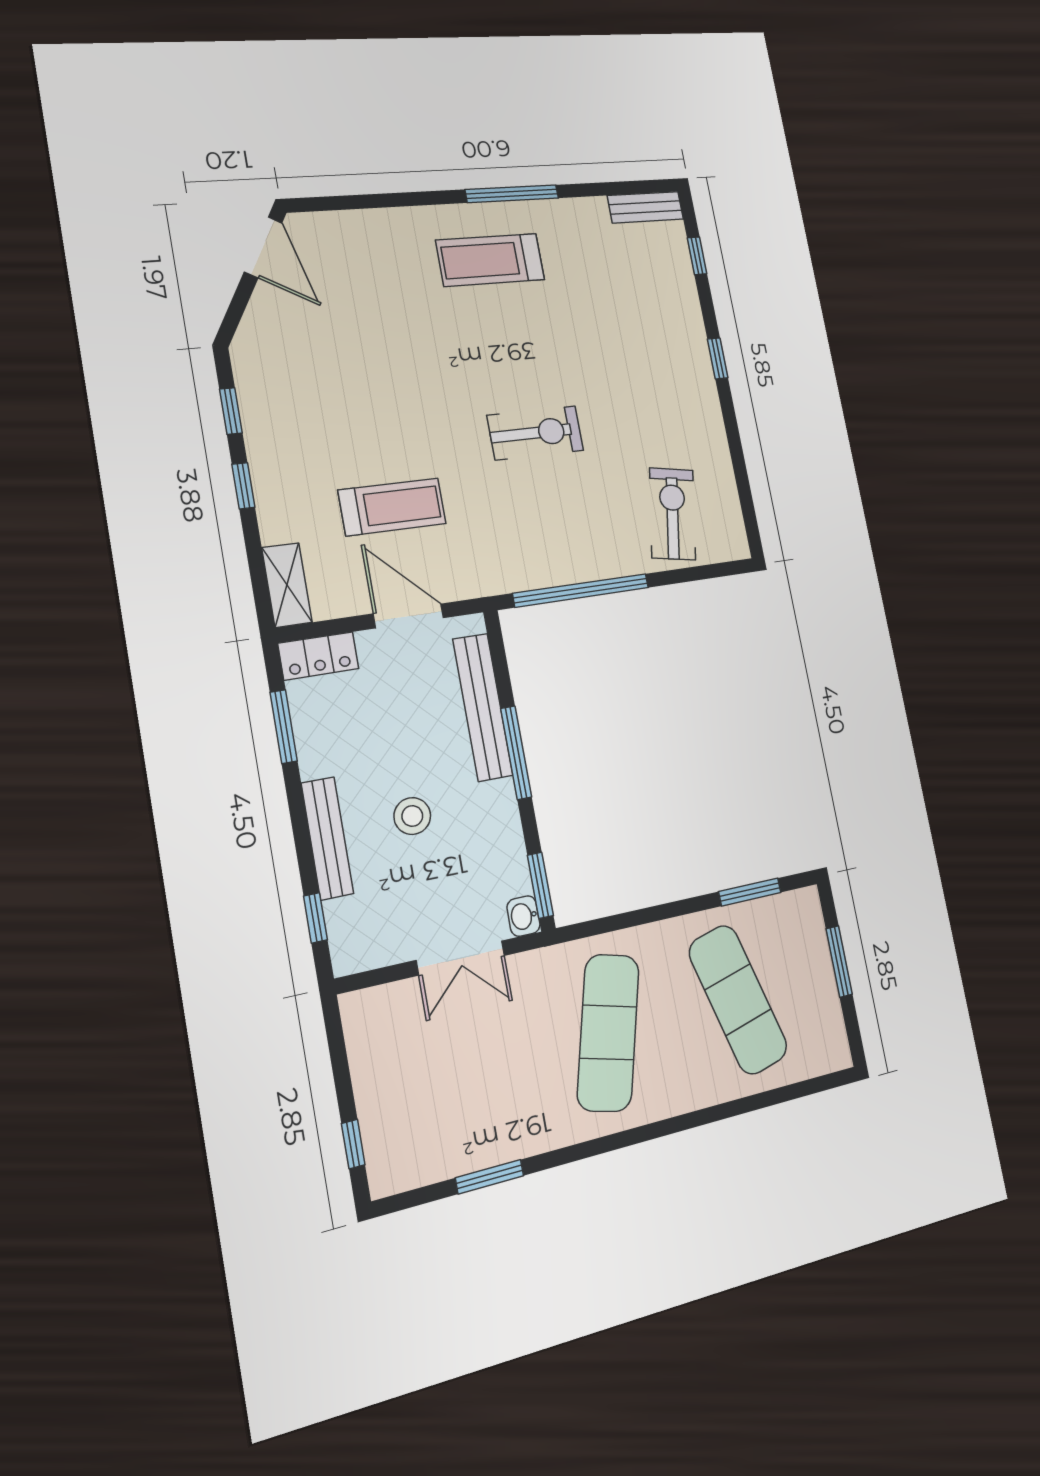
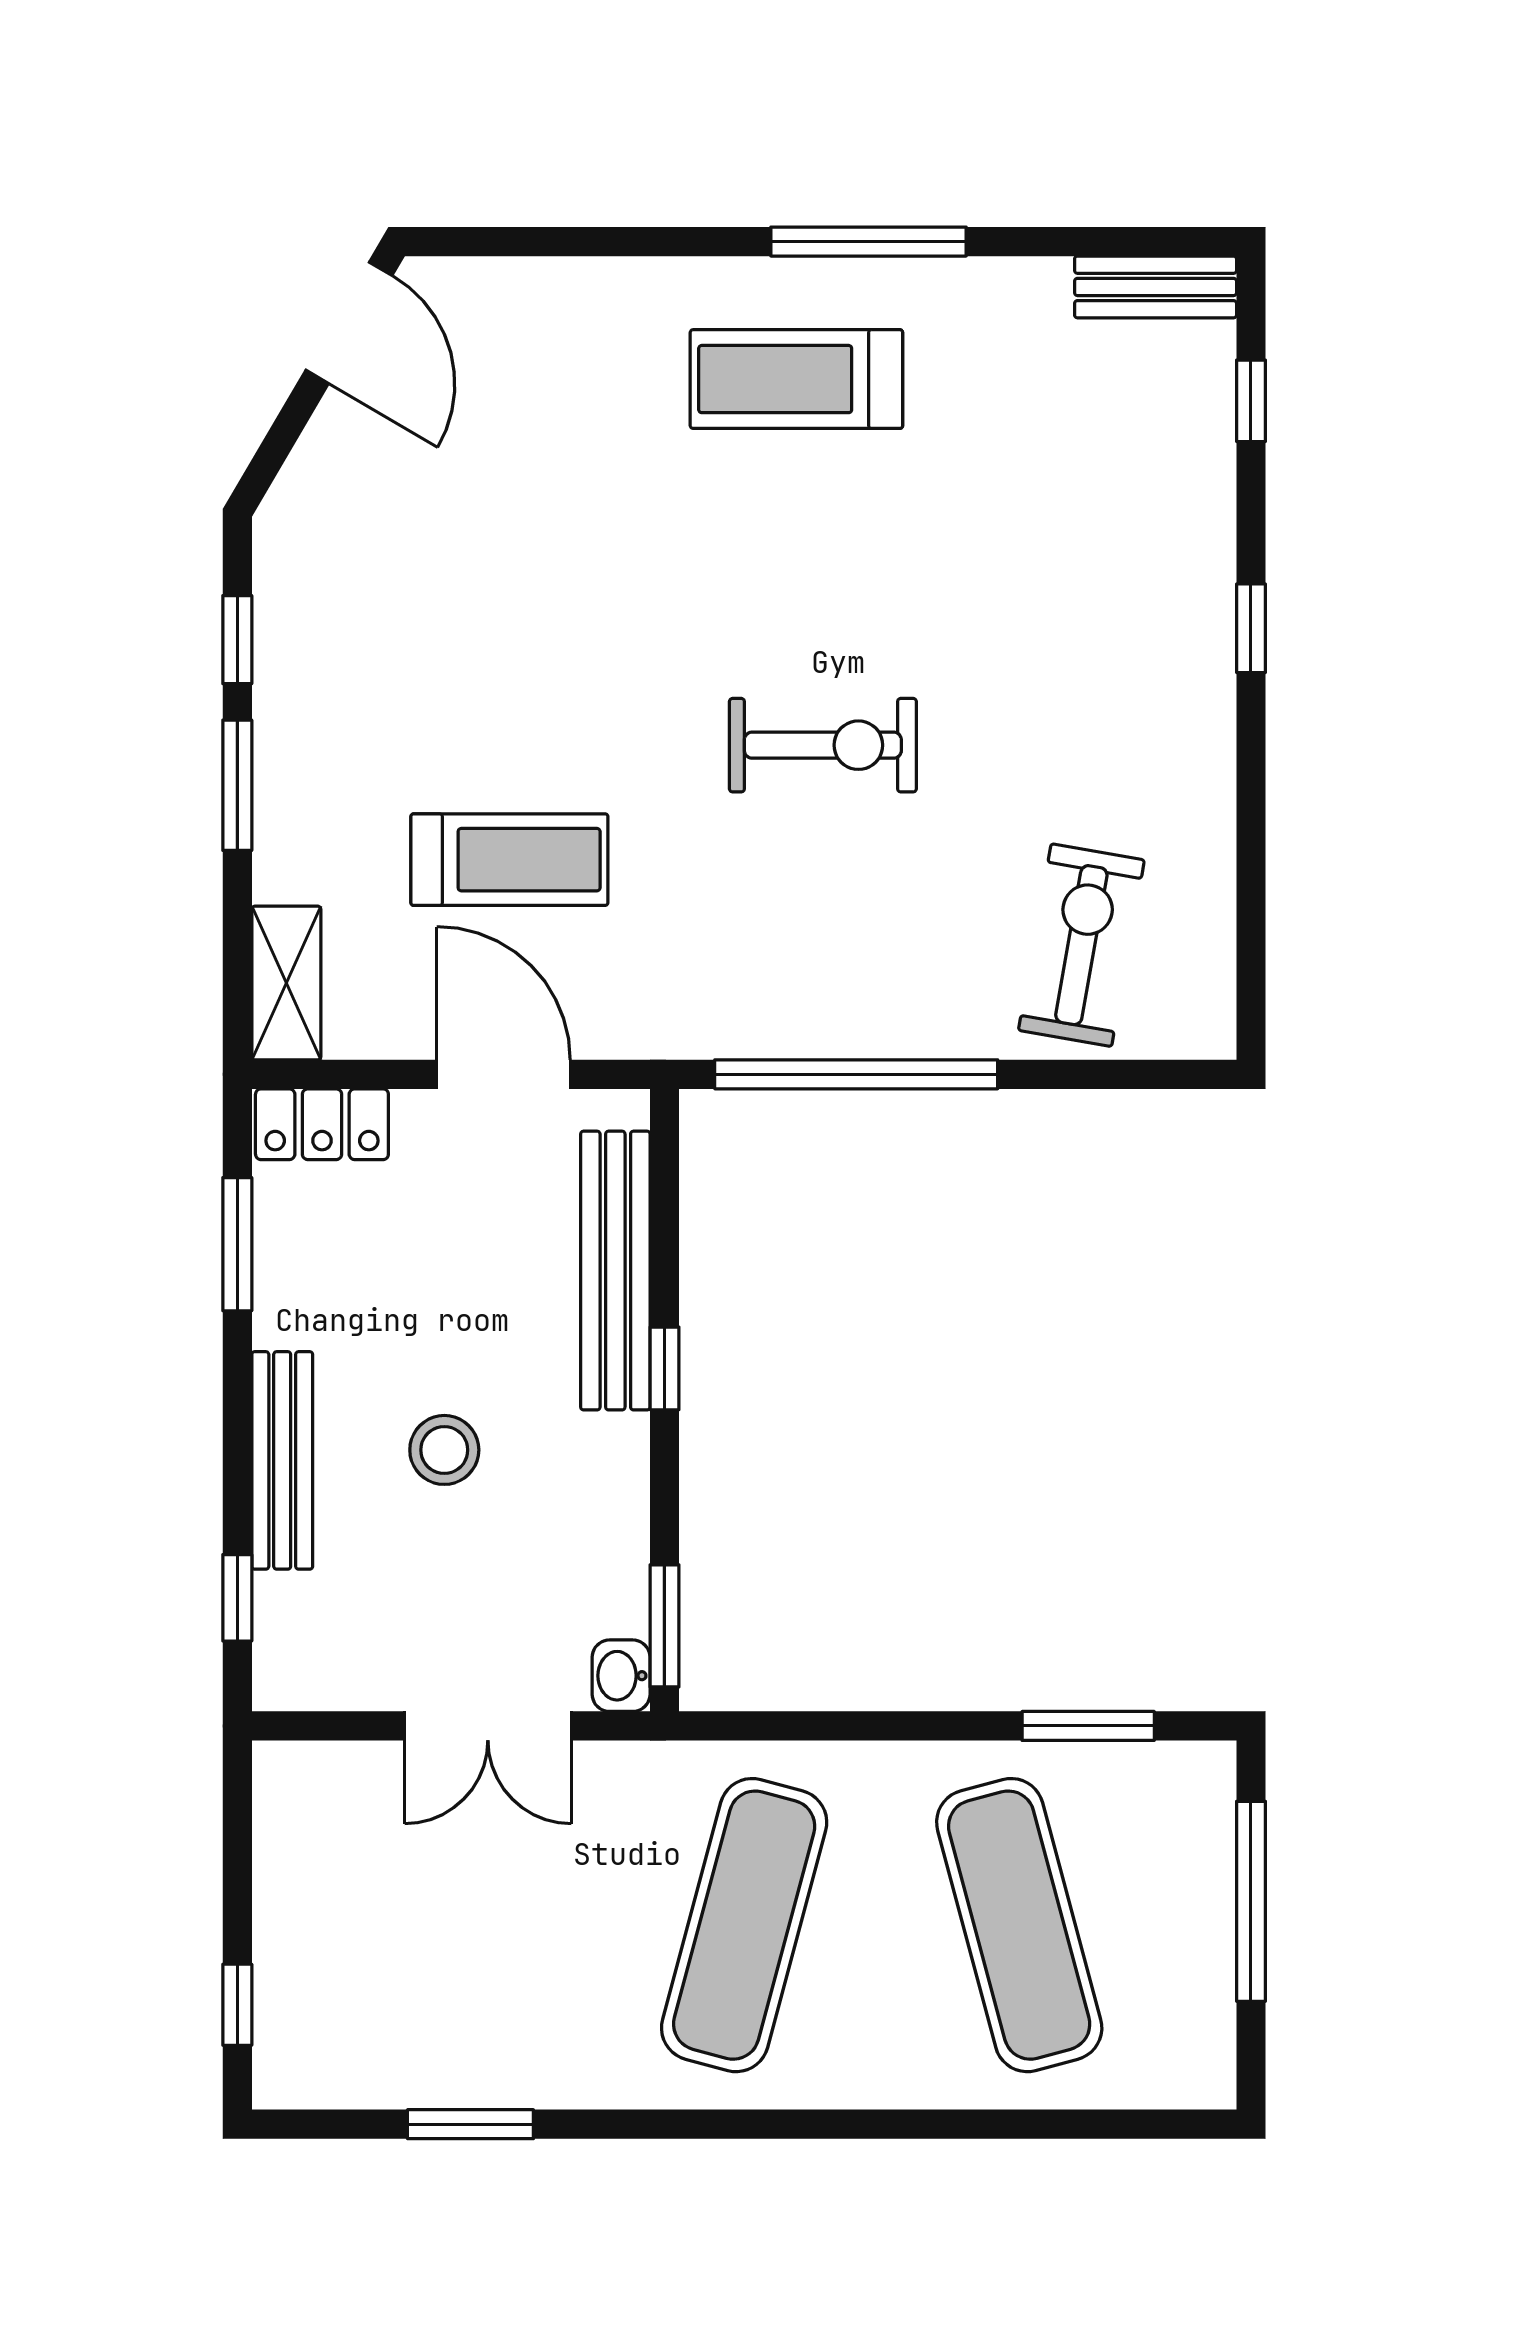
window: (243, 486) -> (237, 785), width x1.50
window: (516, 753) -> (664, 1368), width x0.46
window: (839, 962) -> (1251, 1901), width x1.44

